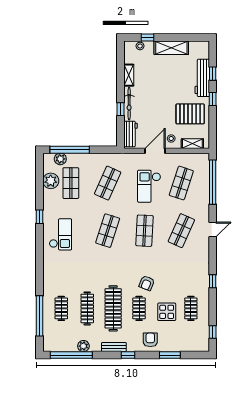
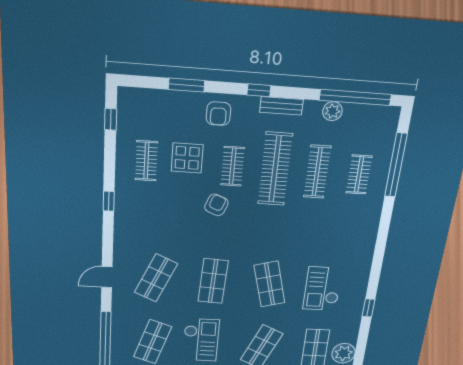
shop shelf: (108, 231) -> (269, 284), turned -33
checkout: (60, 234) -> (322, 289), moved

